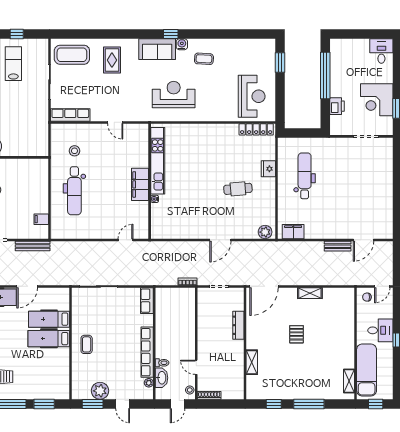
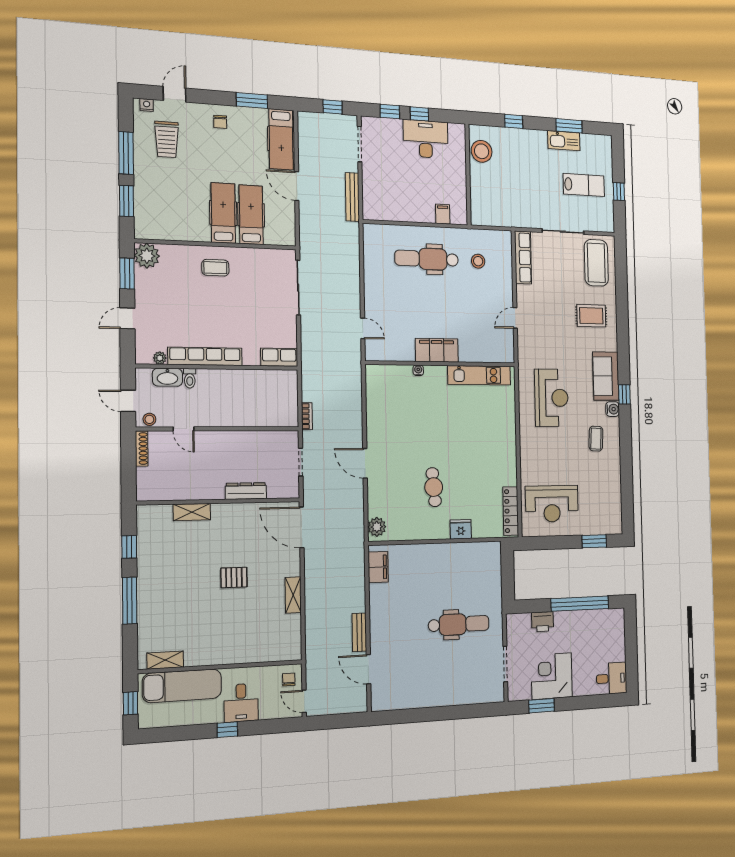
kitchen unit: (158, 161) -> (479, 375), width x0.73
dental chair: (305, 176) -> (459, 624), moved
filing cabinet: (41, 219) -> (443, 214), moved
door: (196, 367) -> (184, 429), swing flipped
plant: (100, 391) -> (147, 256), moved

